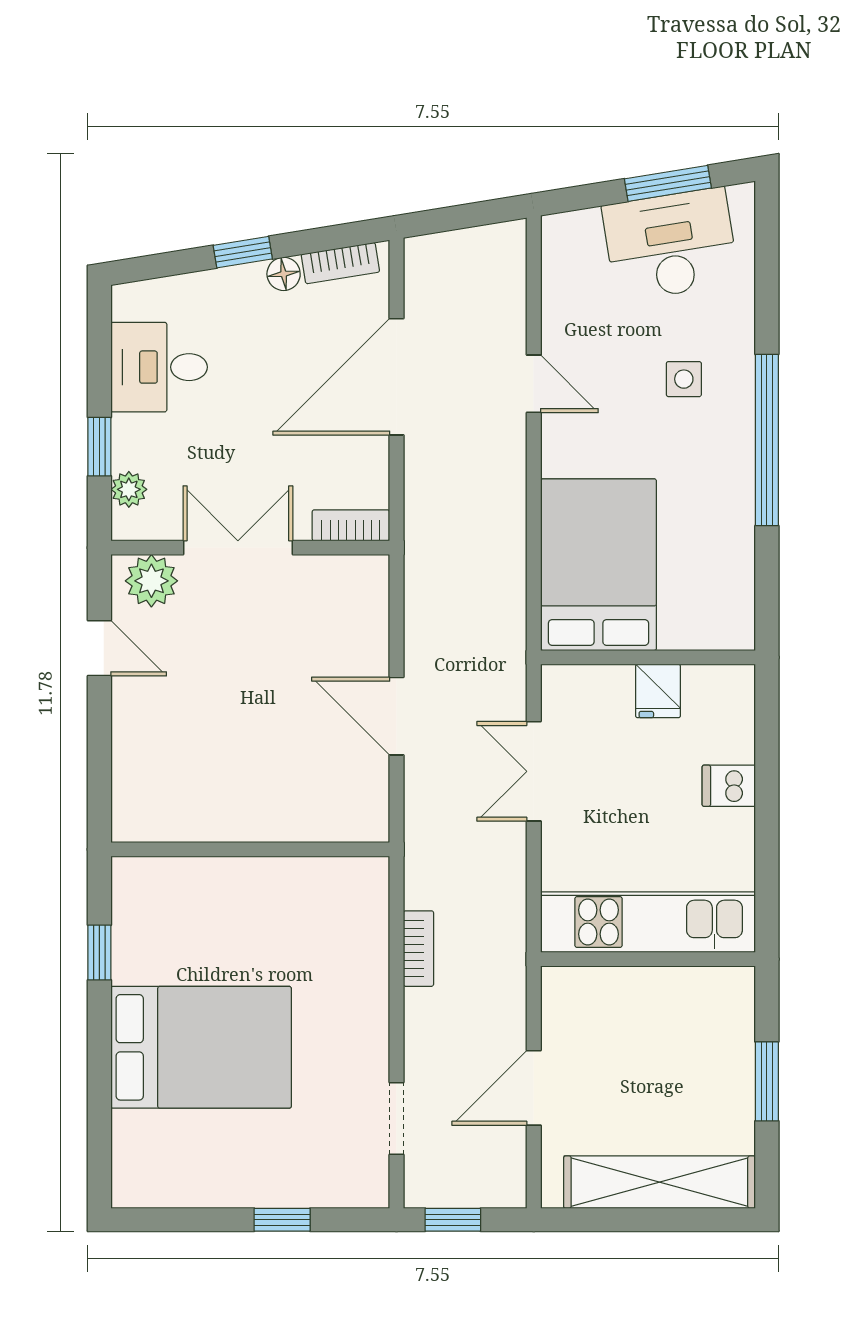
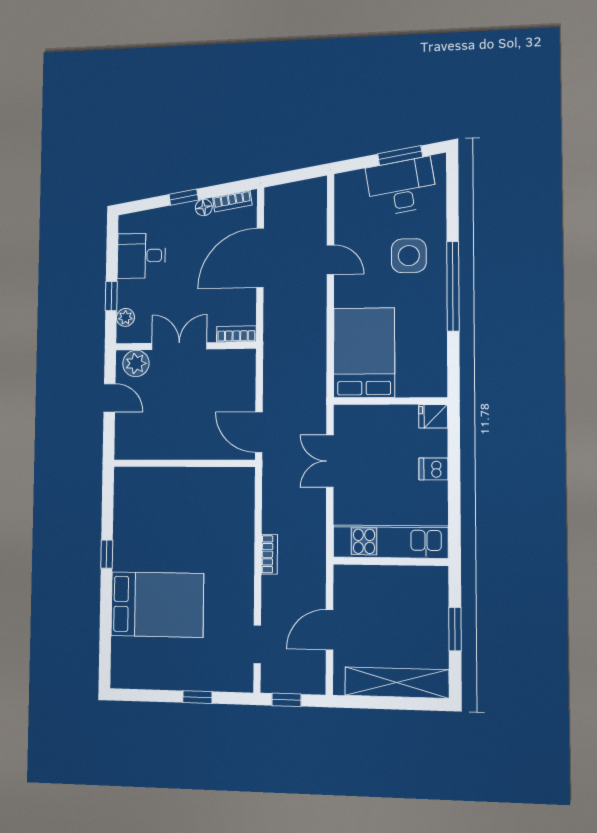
side table: (684, 379) -> (409, 256), width x1.87, depth x1.87
fridge: (658, 691) -> (433, 416), moved, turned 90
wall: (250, 849) -> (184, 463), moved

